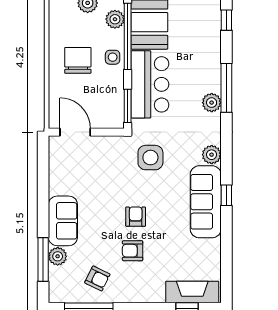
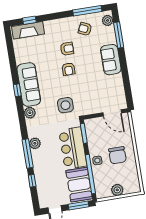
plant: (115, 19) -> (100, 183), removed
window: (226, 20) -> (32, 181), moved
plant: (58, 256) -> (108, 20), moved

